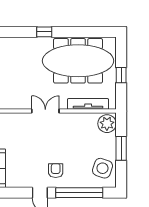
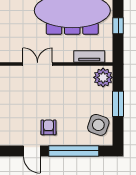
tv unit: (88, 104) -> (89, 57), width x0.71

